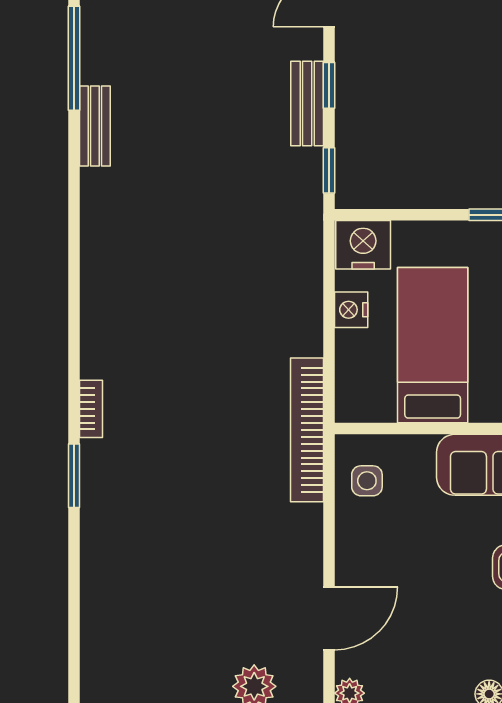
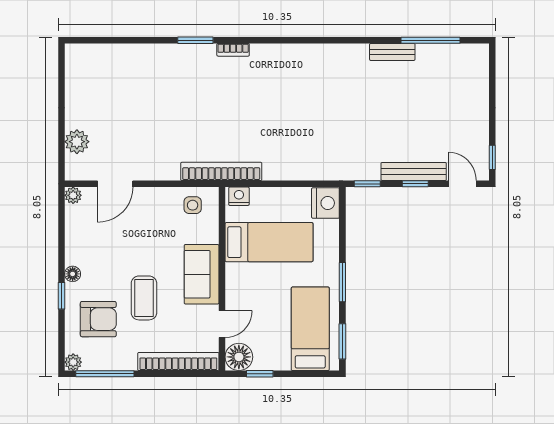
bench: (307, 104) -> (414, 171), width x1.36
nightstand: (351, 310) -> (239, 196), moved
door: (329, 618) -> (115, 184), hinge flipped

